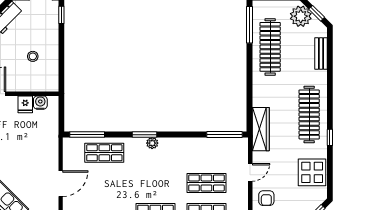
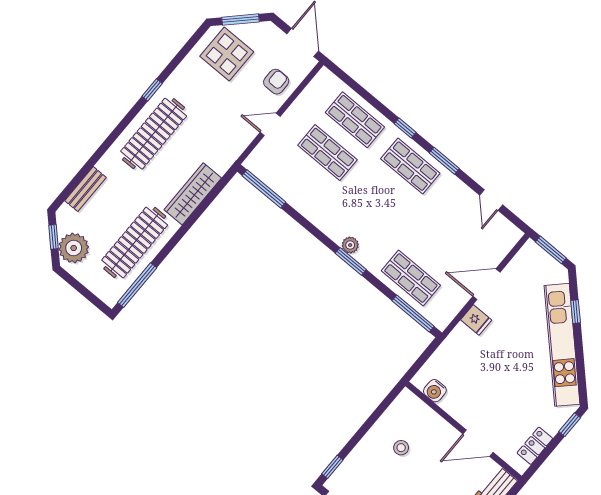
fridge: (25, 104) -> (476, 320), moved, turned 90
wardrobe: (261, 129) -> (193, 194), moved
display table: (312, 172) -> (227, 54), moved

